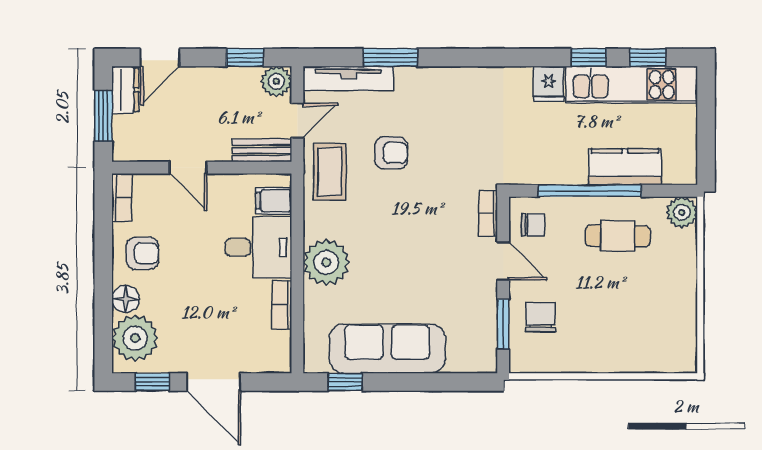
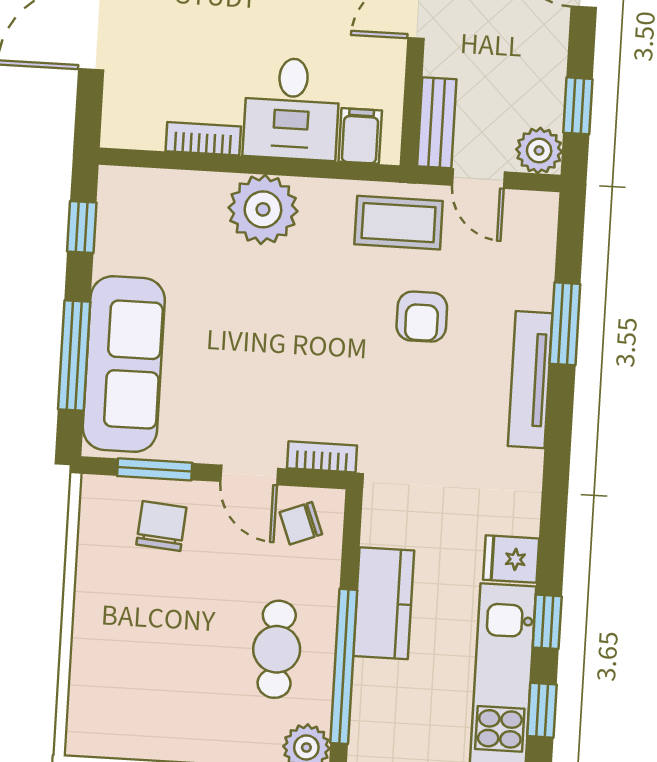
tv unit: (348, 78) -> (530, 380), moved
kitchen counter: (625, 167) -> (384, 603), moved
window: (590, 191) -> (344, 666), moved
chair: (533, 225) -> (301, 523), turned 69
door: (503, 261) -> (249, 475), hinge flipped
chair: (540, 317) -> (161, 526), turned -85
sofa: (387, 349) -> (124, 364), moved
window: (431, 382) -> (74, 356), added

